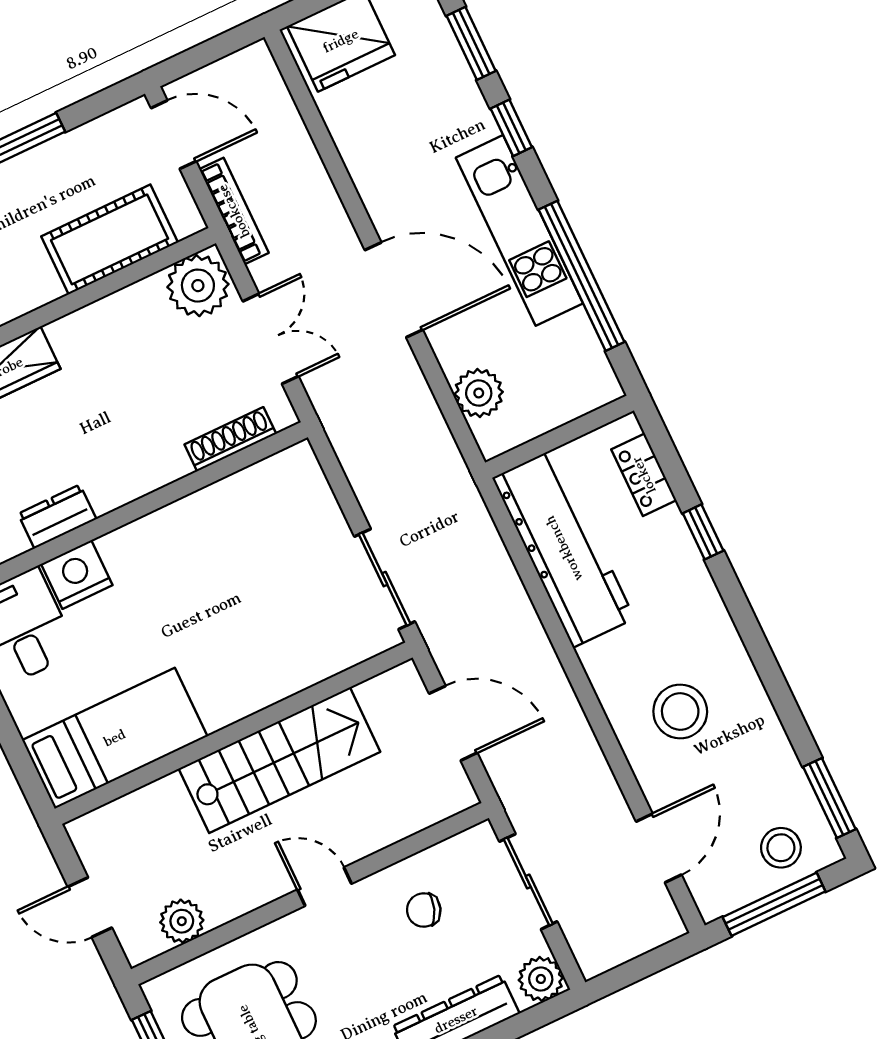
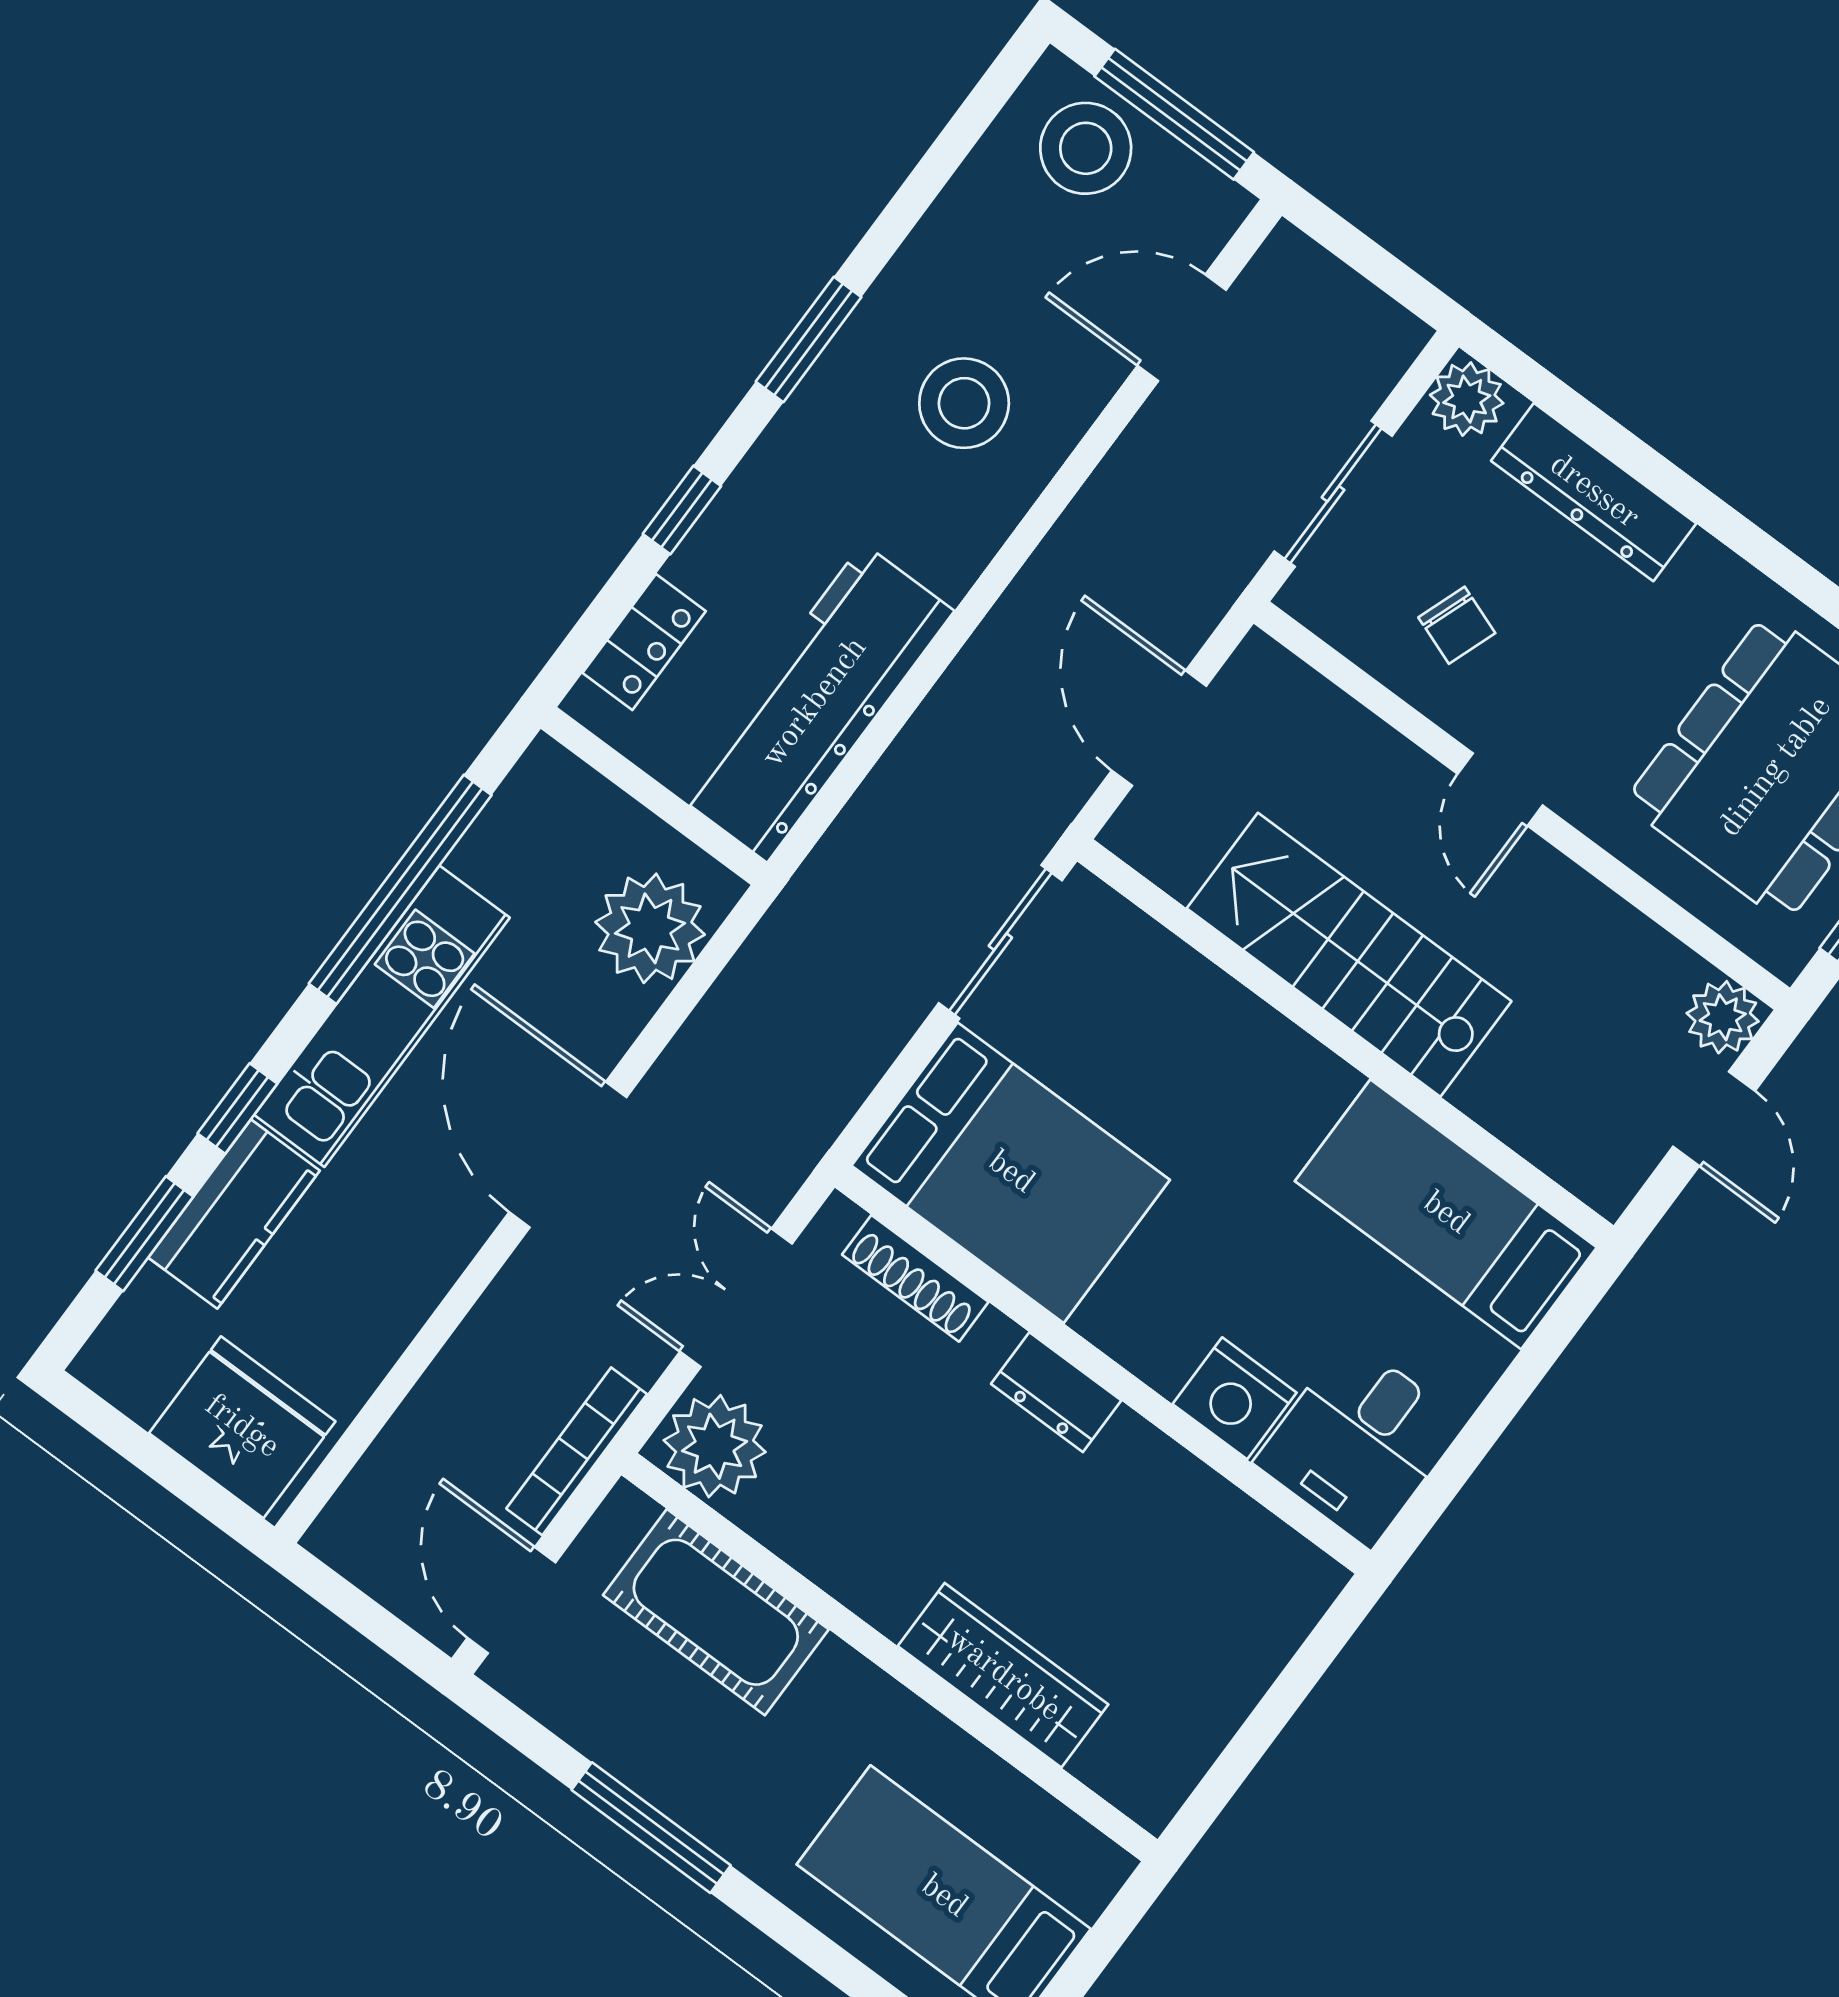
kitchen counter: (456, 96) -> (234, 1214), added
plant: (479, 393) -> (650, 928), width x1.36, depth x1.36
dresser: (57, 516) -> (1056, 1392), moved
bed: (259, 519) -> (1011, 1173), added
window: (829, 798) -> (809, 339), moved
stool: (781, 848) -> (1086, 148), width x1.38, depth x1.38
plant: (182, 921) -> (1723, 1017), moved

